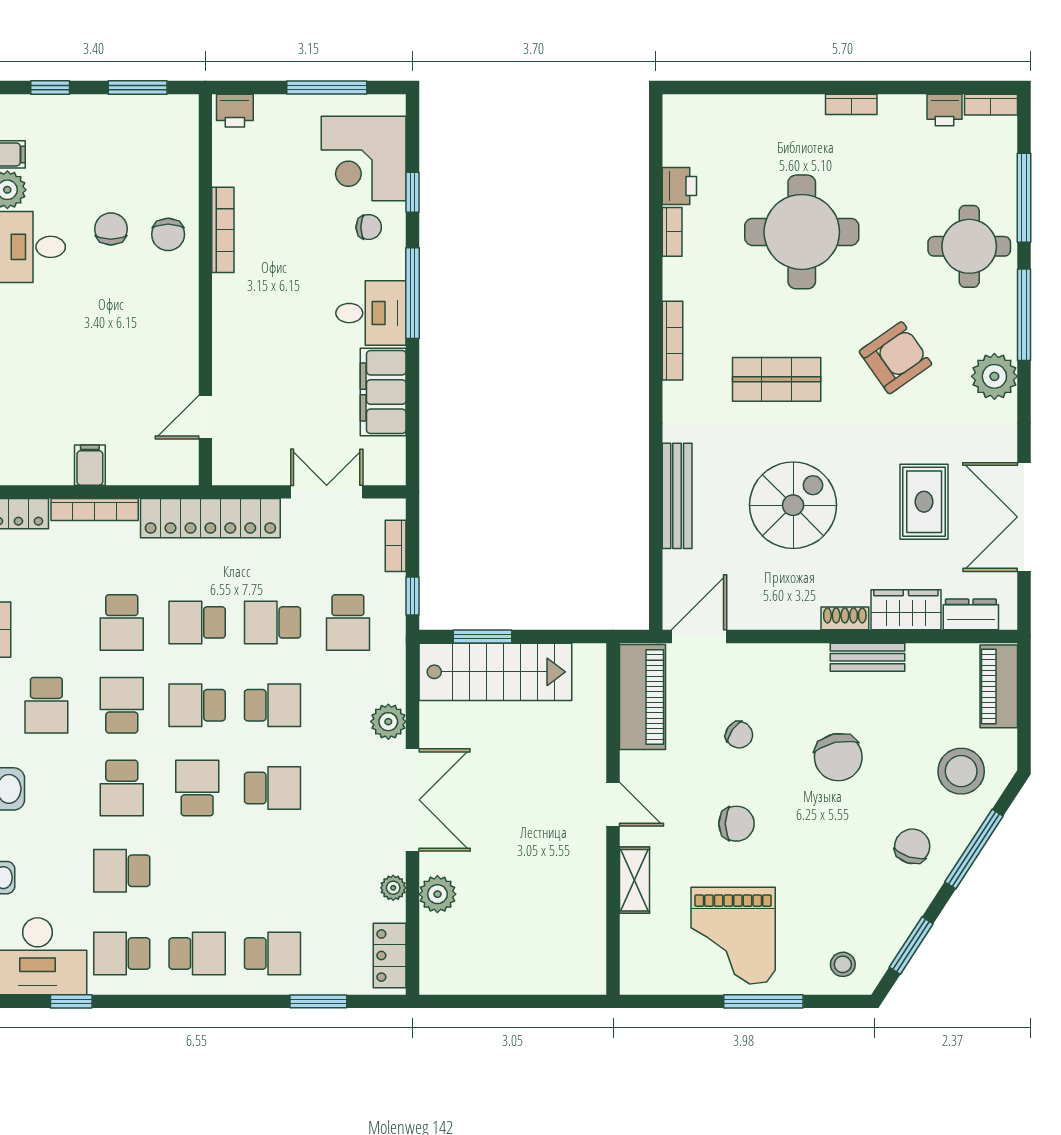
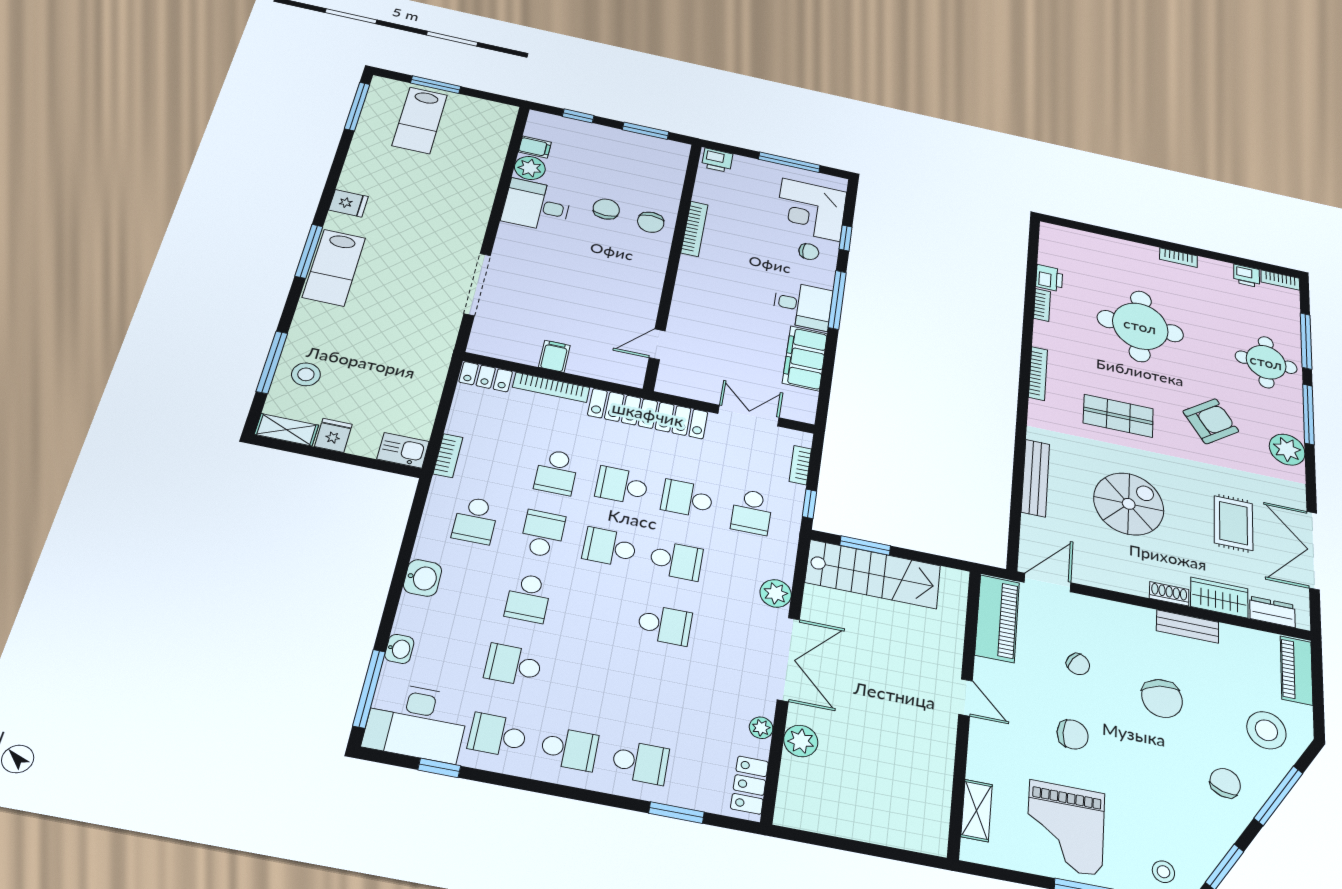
school desk: (197, 788) -> (597, 612), removed
shelving: (635, 880) -> (977, 811), moved

